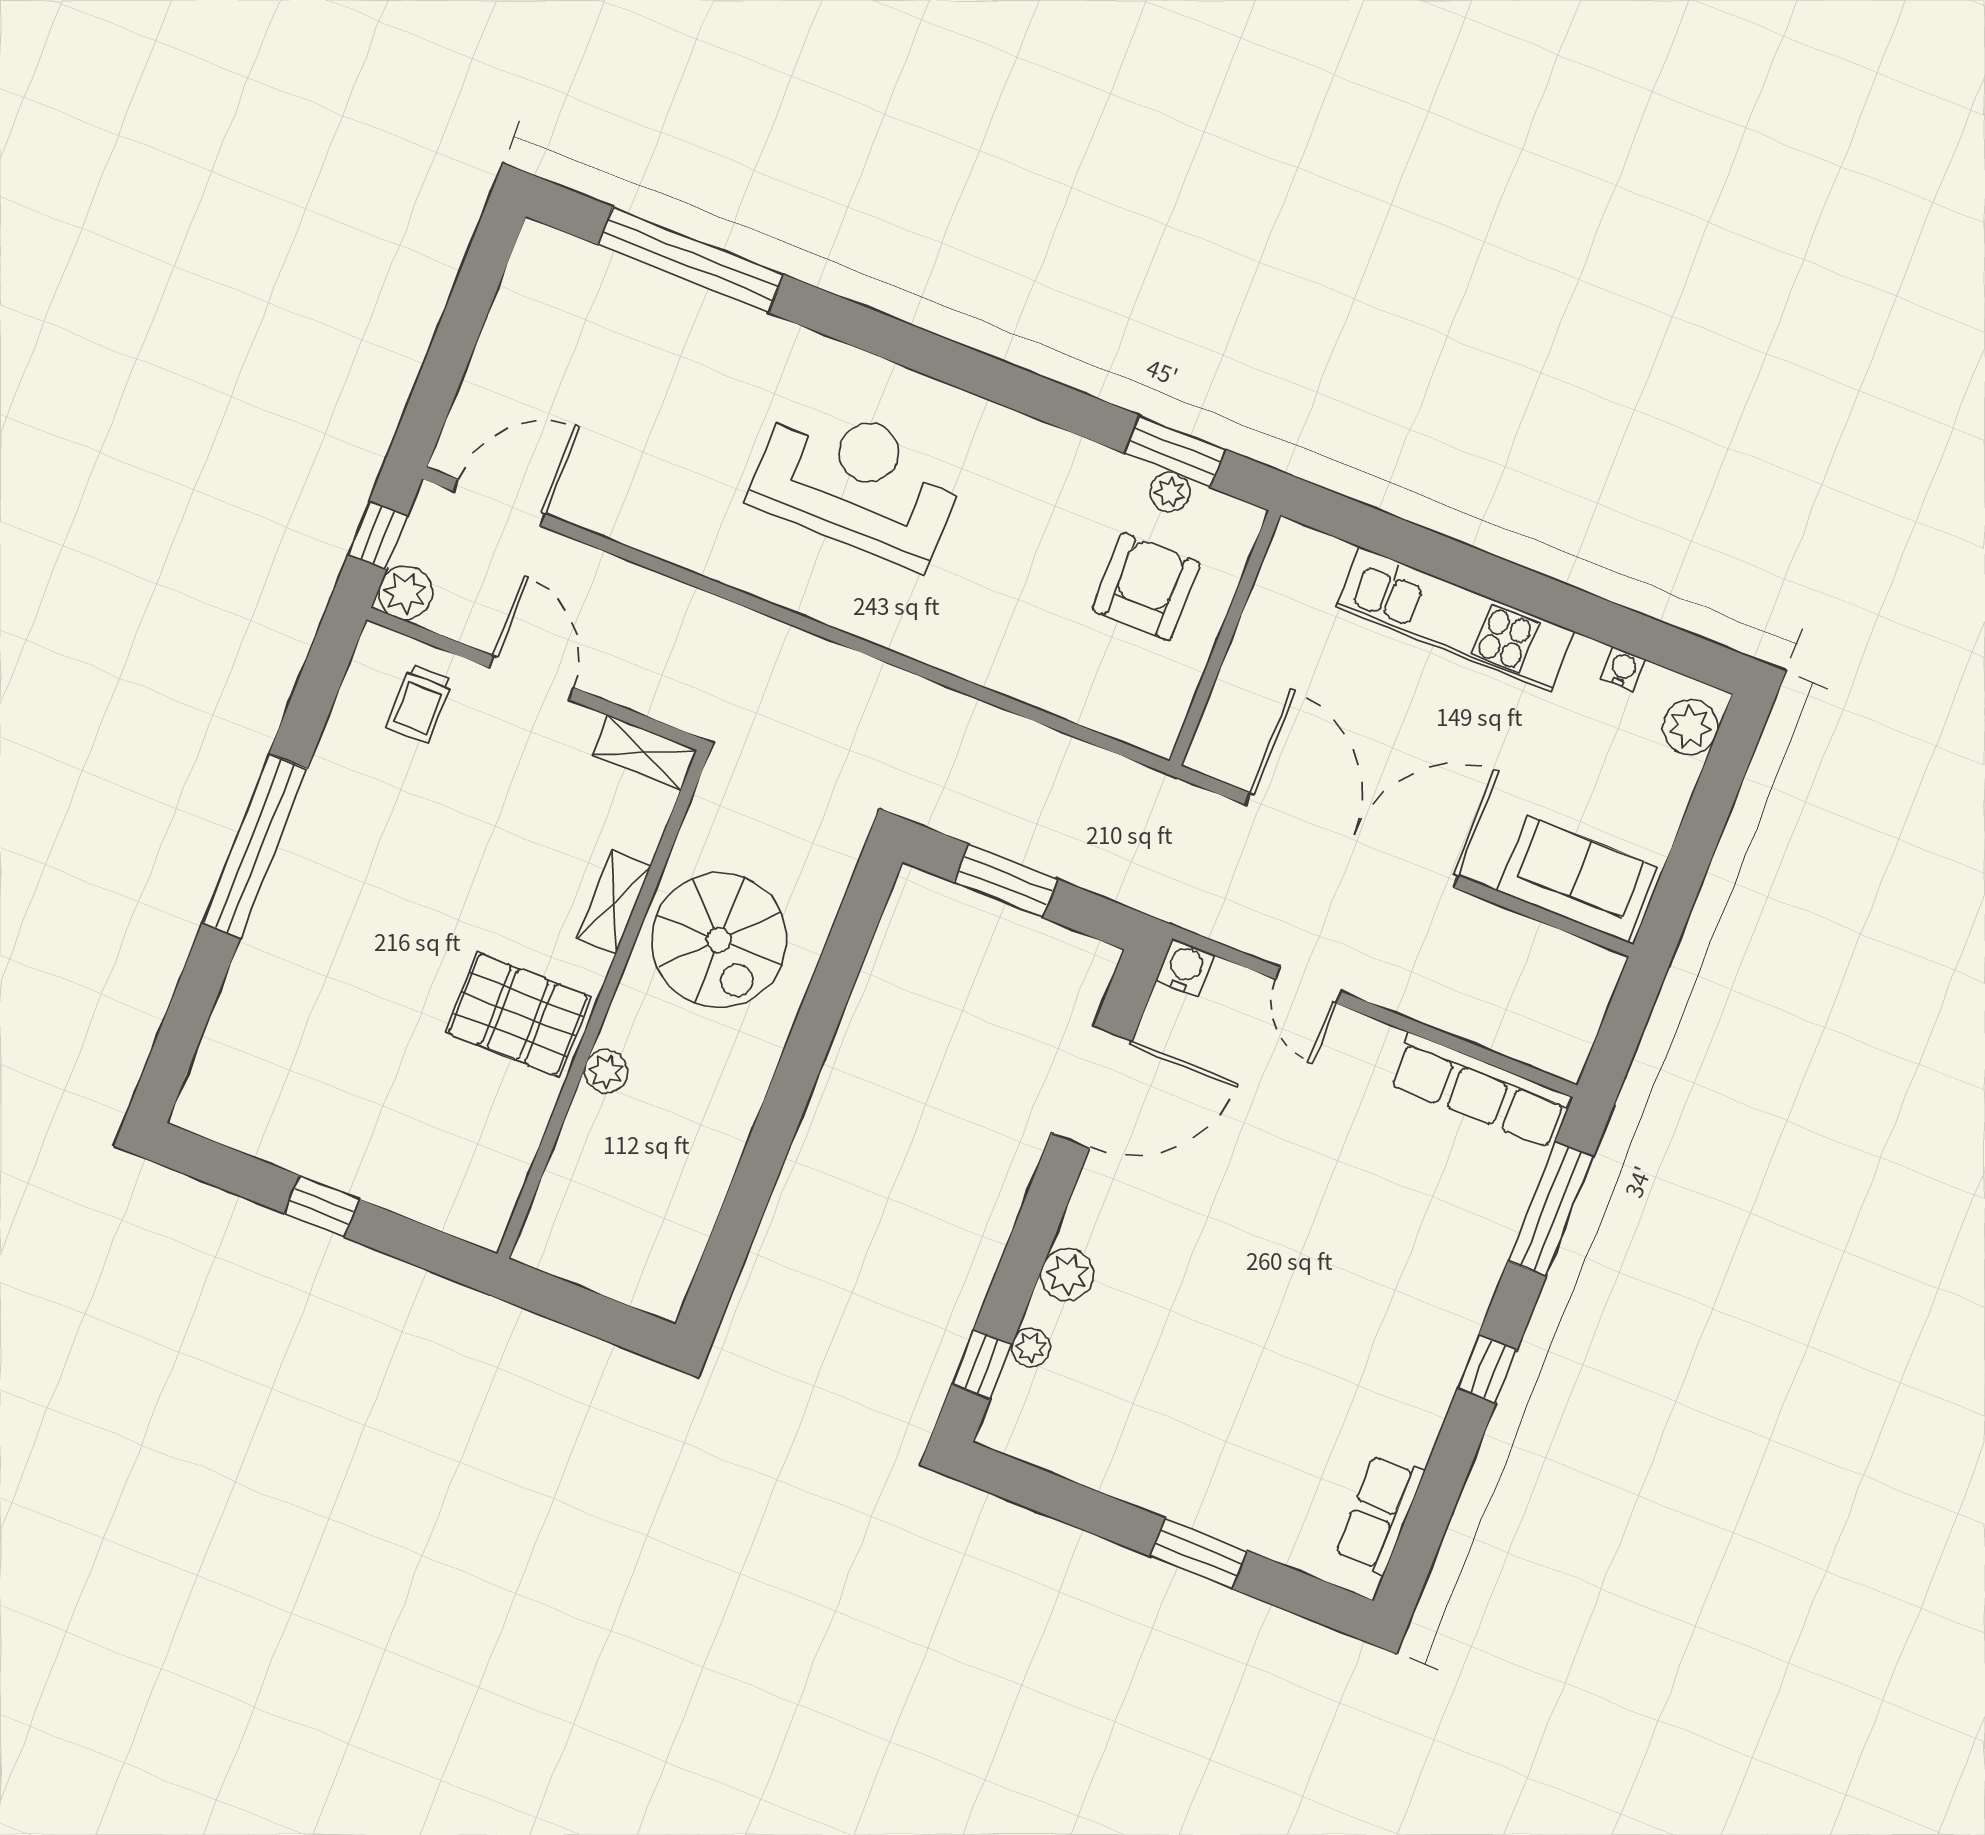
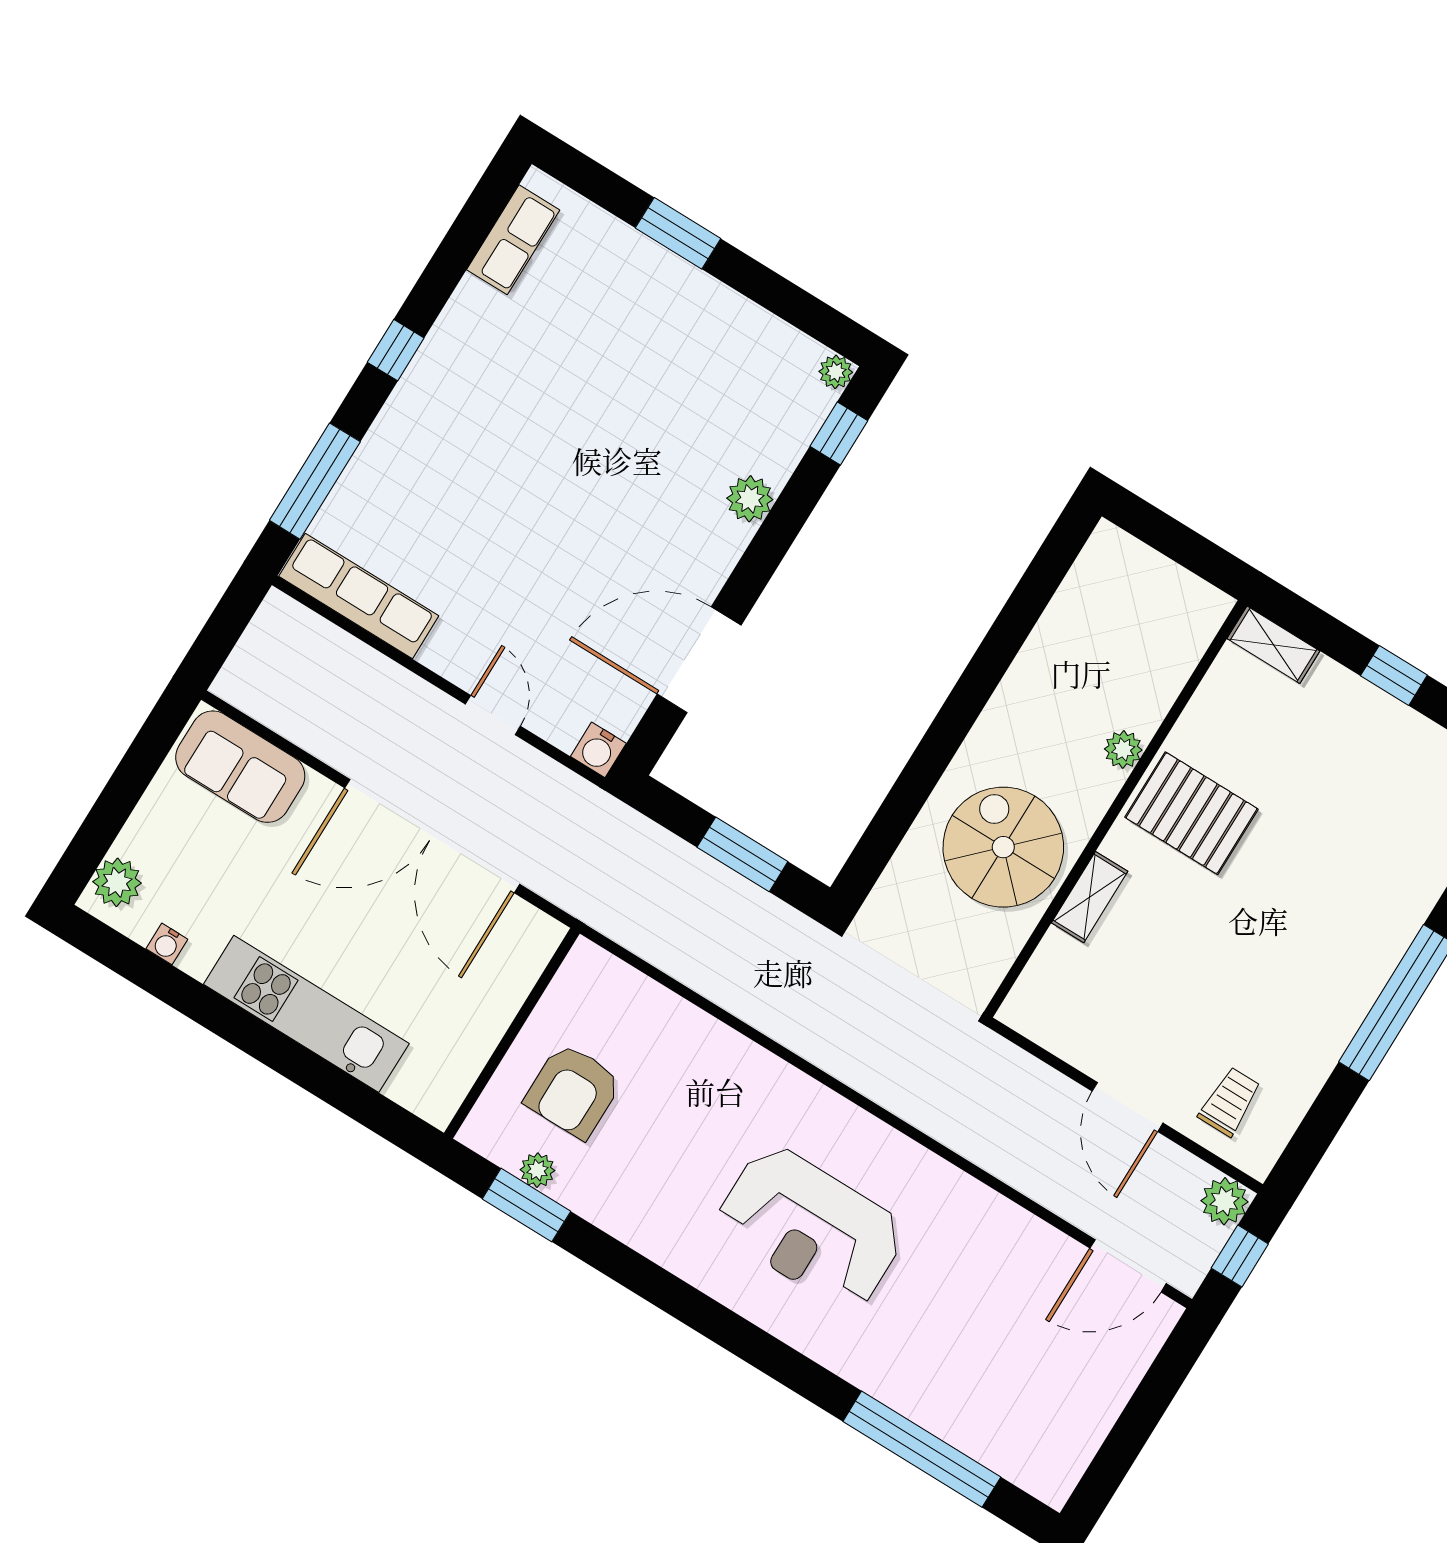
shelving: (645, 752) -> (1273, 645), moved
plant: (1031, 1348) -> (836, 372), moved

